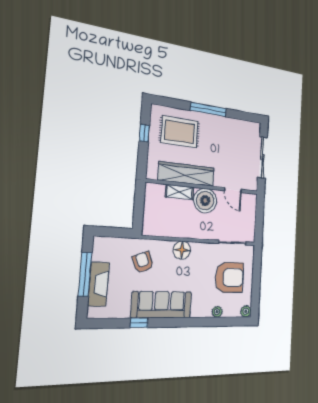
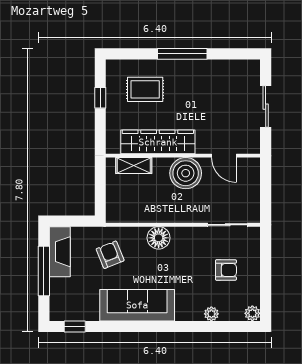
rug: (180, 132) -> (145, 89), width x0.73, depth x0.70
sliding door: (262, 157) -> (266, 107), width x0.73
shelving: (180, 192) -> (134, 166), moved
armchair: (229, 277) -> (226, 270), width x0.53, depth x0.53
fireplace: (98, 284) -> (60, 252), moved
window: (139, 323) -> (75, 326), moved

